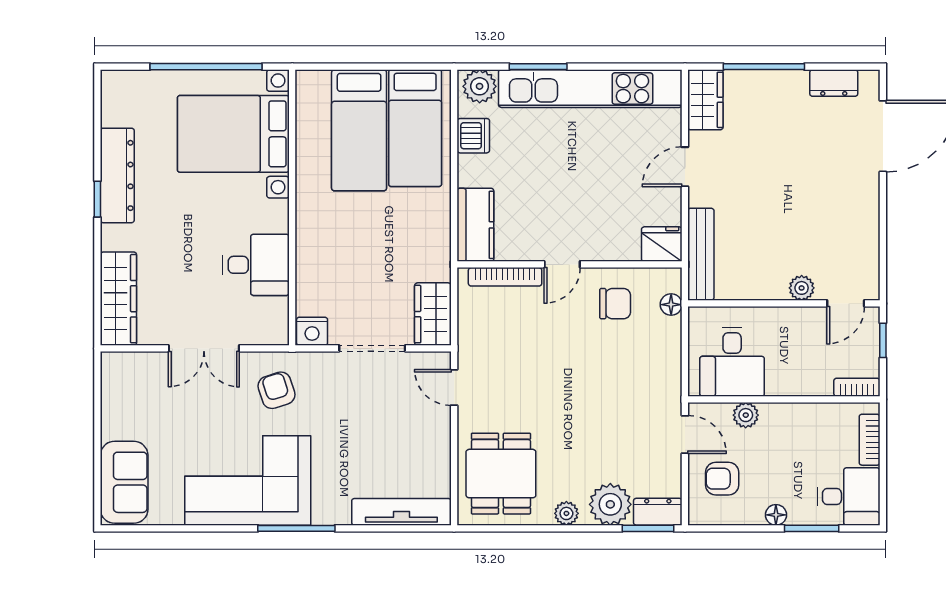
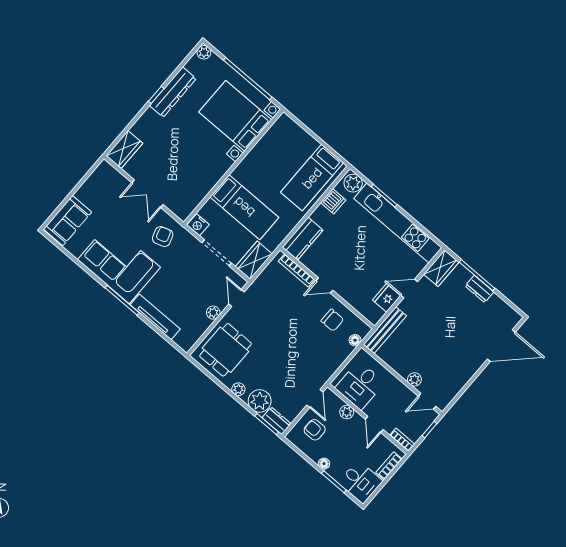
plant: (113, 82) -> (204, 52), added
dresser: (834, 83) -> (479, 289), moved
bed: (359, 130) -> (244, 207), moved, turned -90
fridge: (662, 244) -> (387, 298), moved, turned -90
desk: (256, 265) -> (198, 178), removed
wardrobe: (118, 299) -> (124, 150), width x0.67
door: (799, 399) -> (374, 424), added
plant: (439, 436) -> (213, 313), added
tv unit: (401, 512) -> (155, 317), moved

